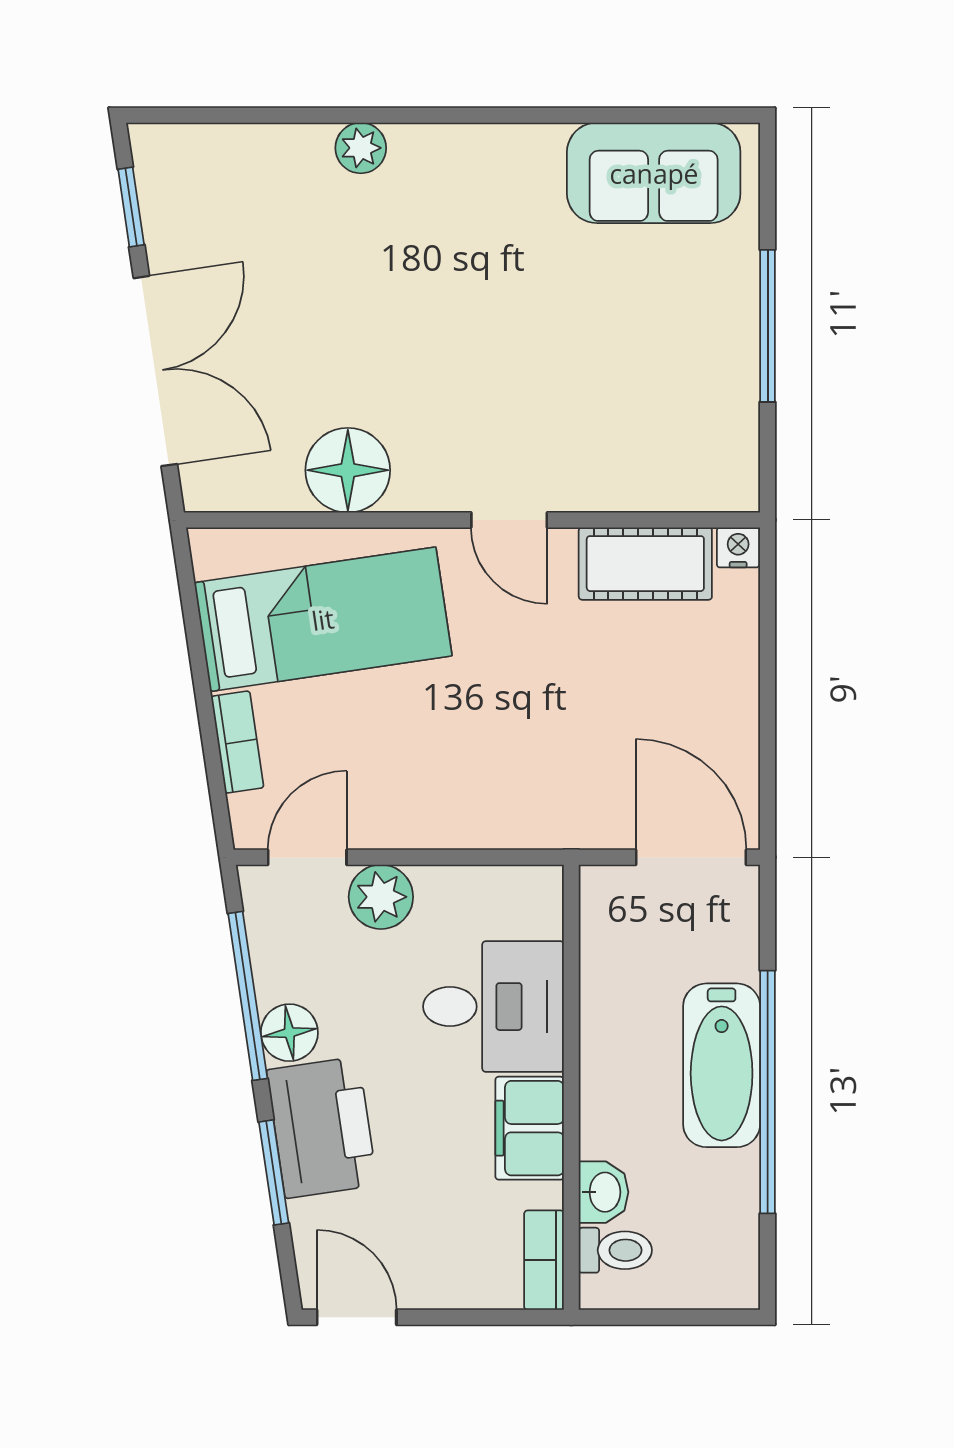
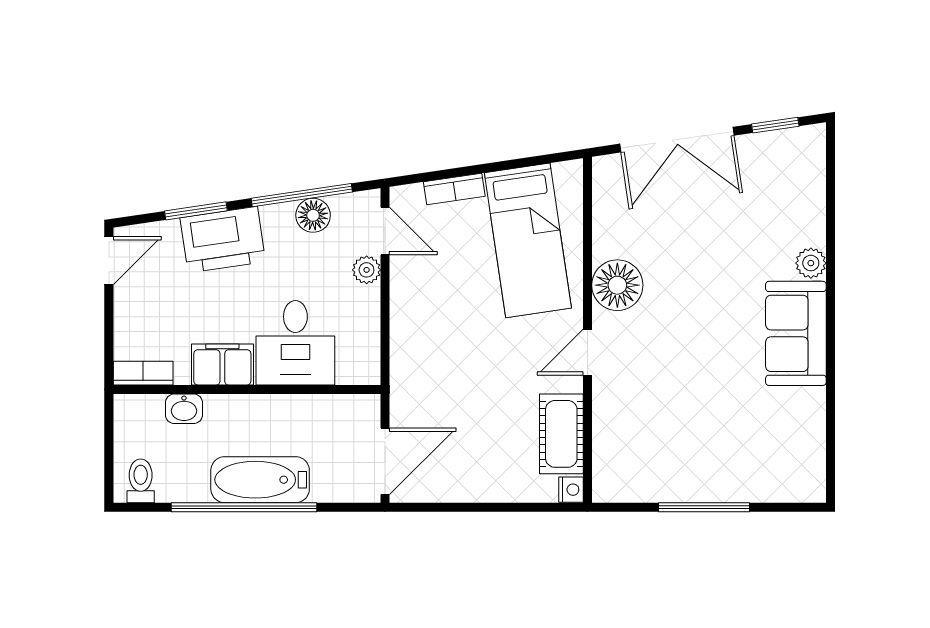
sofa: (654, 173) -> (796, 333), moved
floor lamp: (348, 470) -> (617, 285), moved
plant: (381, 897) -> (367, 270), width x0.73, depth x0.73
floor lamp: (289, 1033) -> (313, 215), moved
toilet: (615, 1250) -> (141, 481), moved, turned 180

